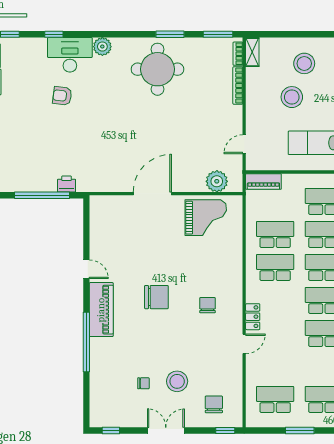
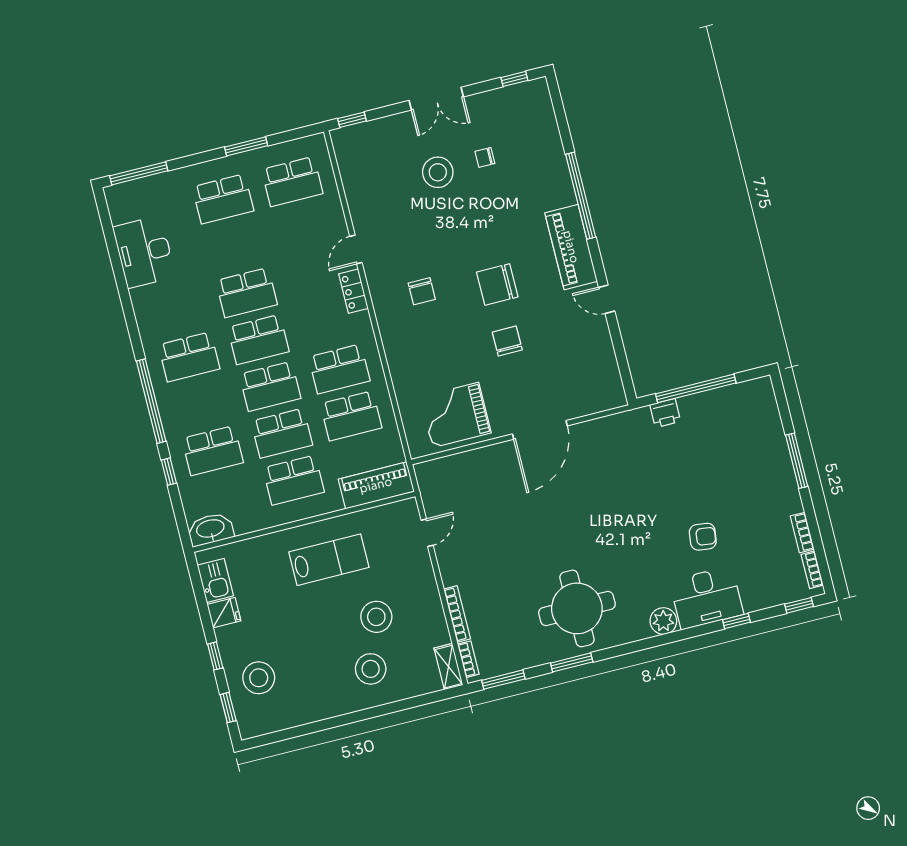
plant: (217, 181) -> (453, 470), removed
piano: (263, 182) -> (376, 485), width x1.37, depth x1.33
chair: (214, 404) -> (507, 341), moved, turned 180

